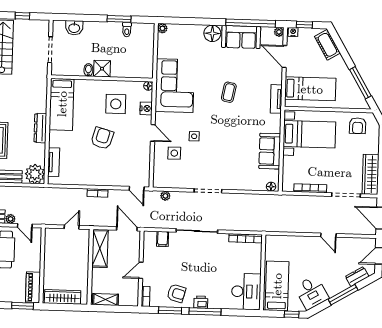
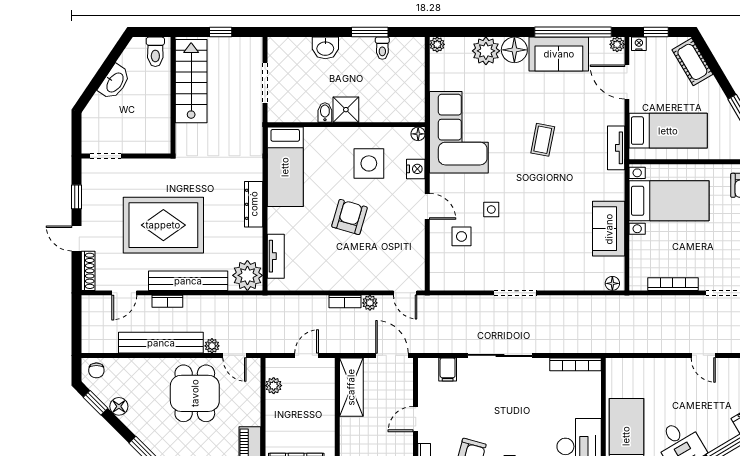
washbasin: (74, 28) -> (325, 48), moved
plant: (194, 33) -> (486, 51), added
plant: (165, 196) -> (370, 303), moved
plant: (50, 246) -> (274, 386), added

